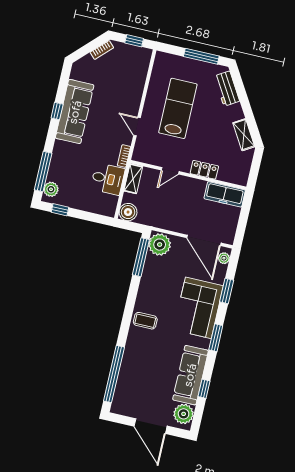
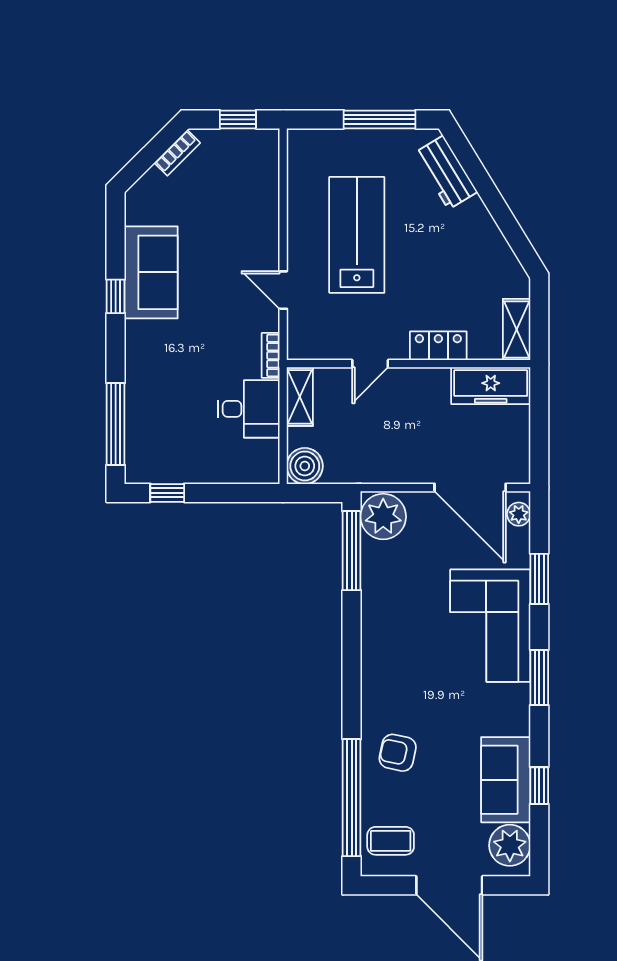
sofa: (75, 112) -> (151, 272), width x0.73
shelving: (244, 135) -> (517, 330), moved, turned 31
plant: (51, 189) -> (140, 456), removed
coffee table: (145, 321) -> (391, 841), moved
armchair: (141, 358) -> (398, 753), added
sofa: (190, 375) -> (506, 780), width x0.73

